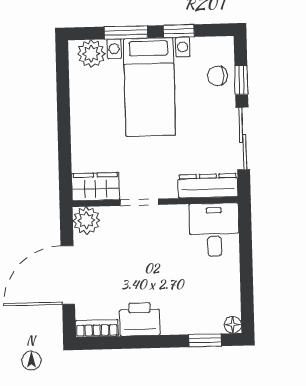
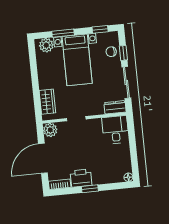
window: (179, 31) -> (100, 29), moved
dresser: (208, 186) -> (115, 107), width x0.70
wardrobe: (96, 187) -> (47, 102), moved, turned 90
window: (205, 340) -> (90, 189), moved

